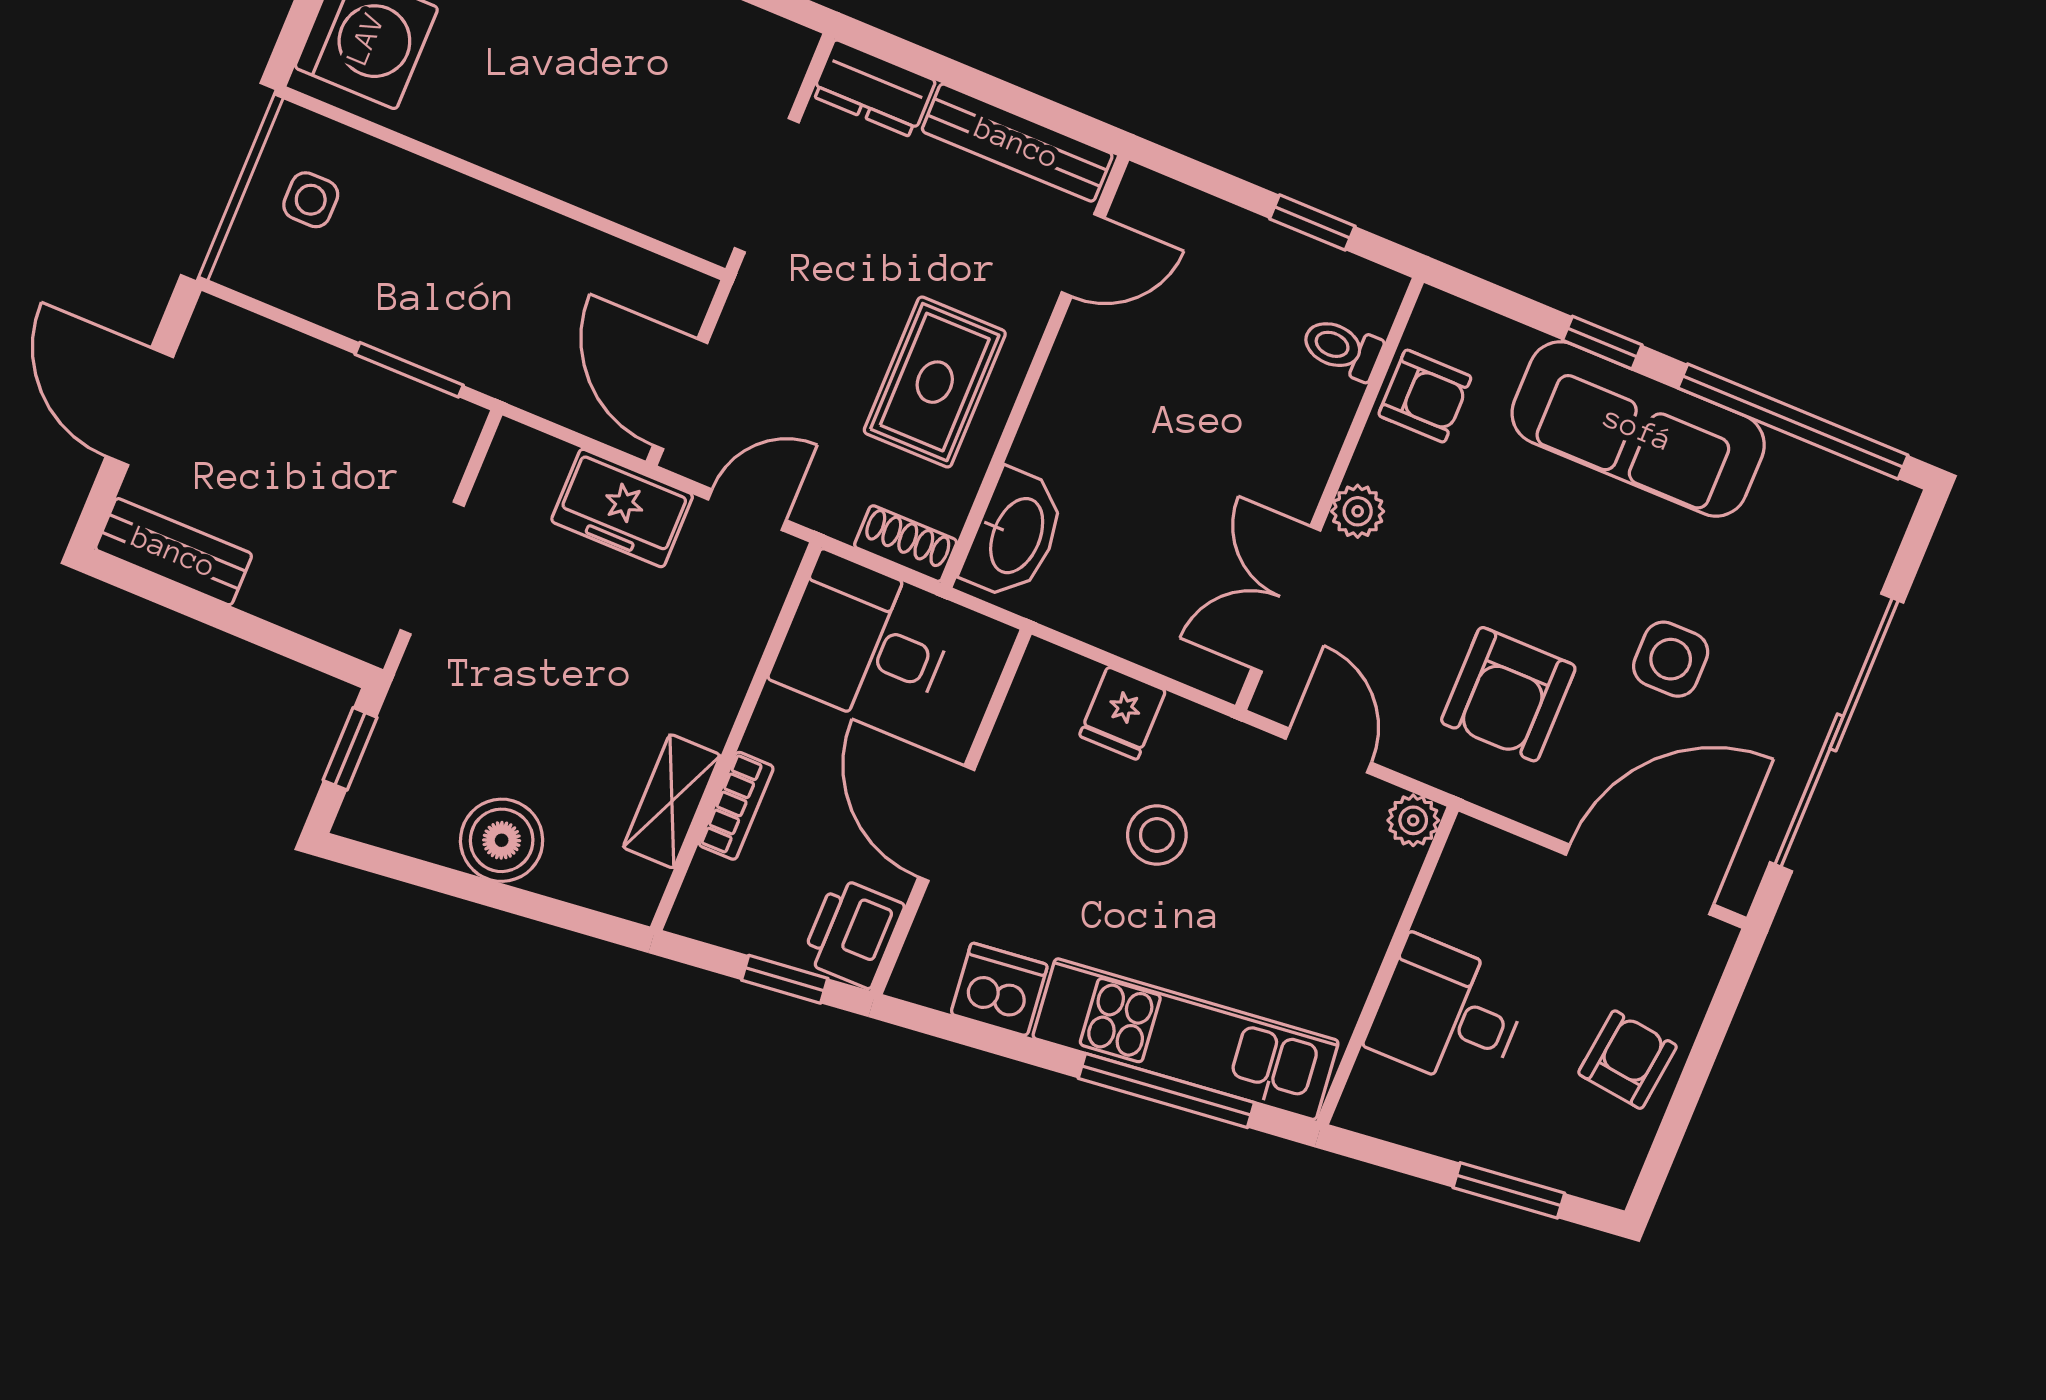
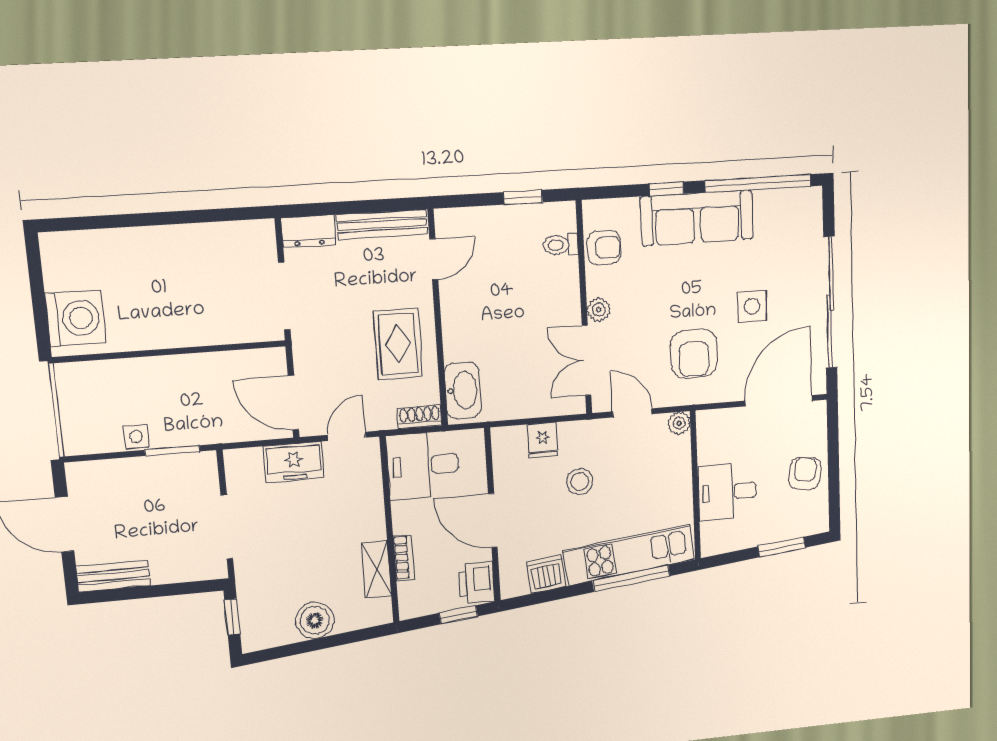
side table: (311, 200) -> (136, 437), moved

